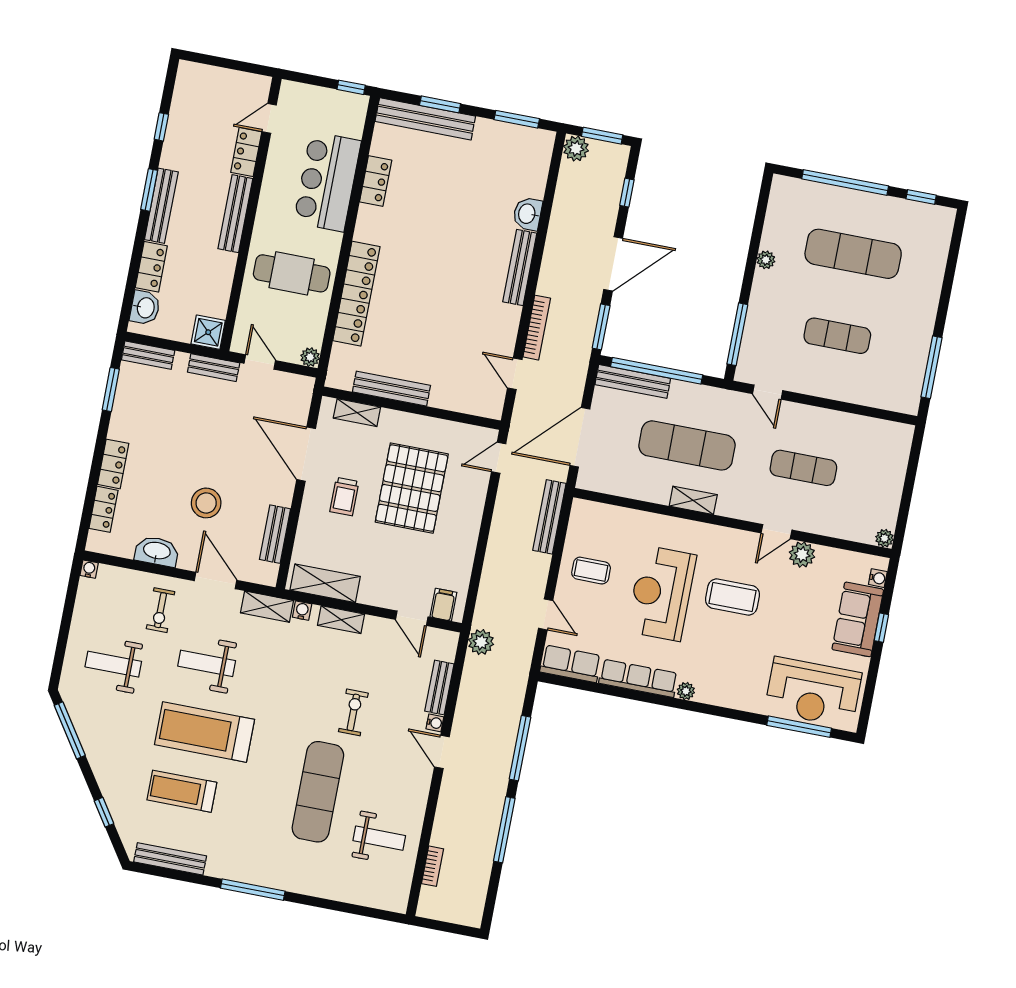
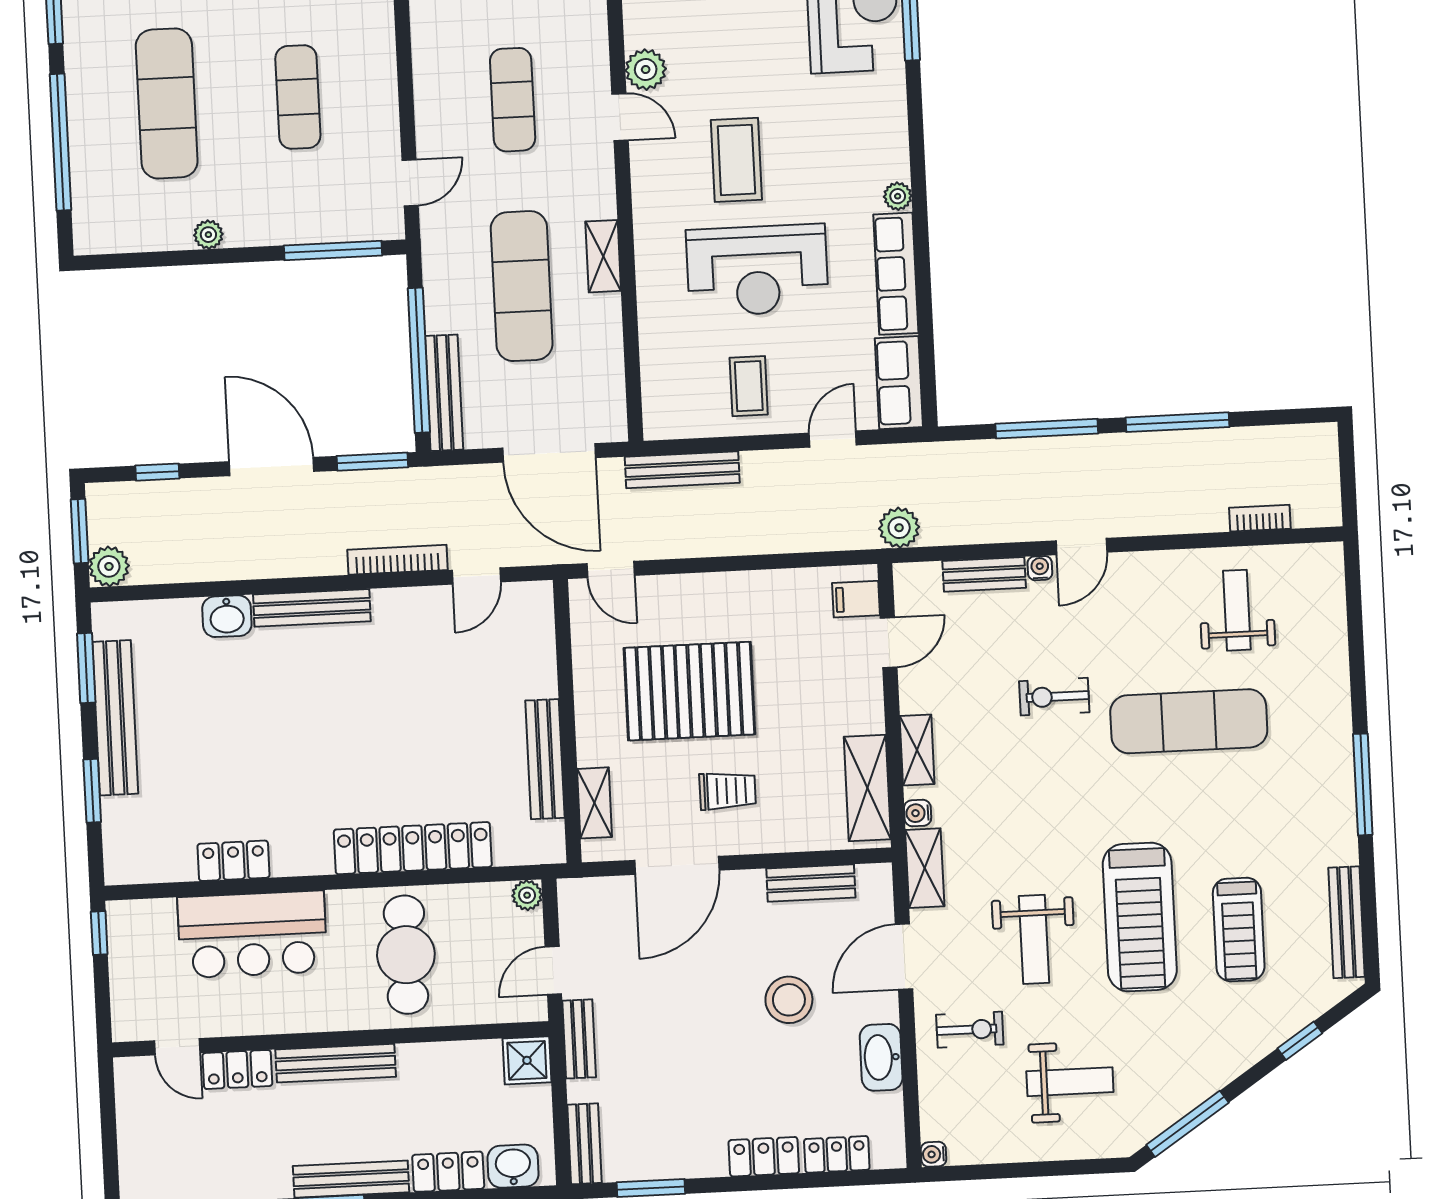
bench: (425, 119) -> (115, 718), moved
weight bench: (113, 664) -> (1070, 1082), turned -90

